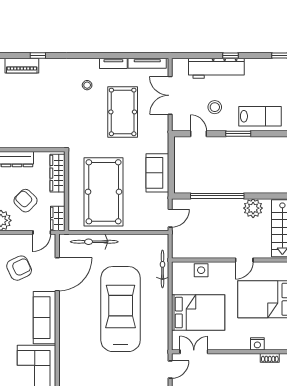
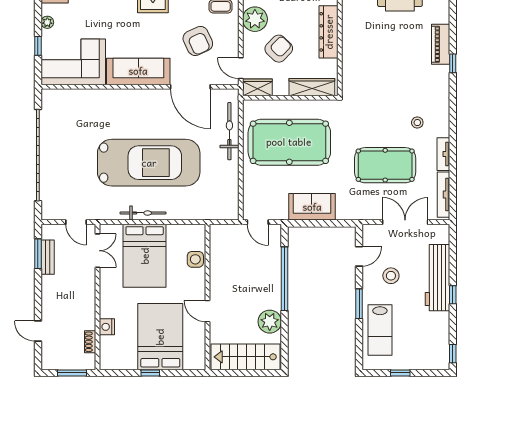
bicycle: (162, 269) -> (143, 213), moved

